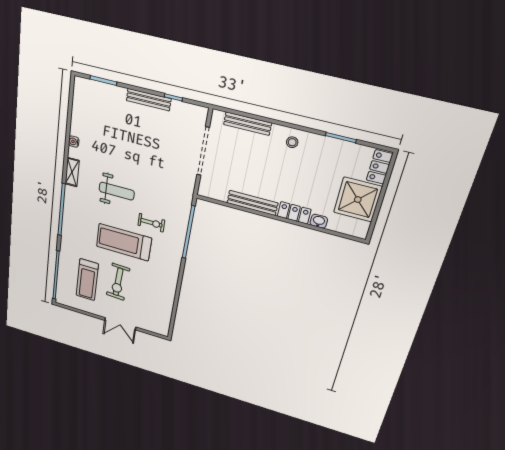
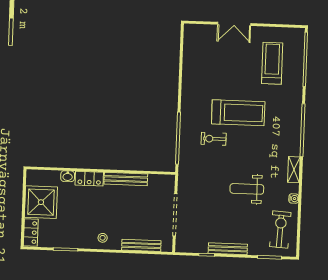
weight bench: (117, 191) -> (247, 189), moved
exercise bike: (118, 282) -> (280, 229), moved
double door: (120, 324) -> (234, 24), swing flipped

